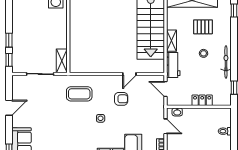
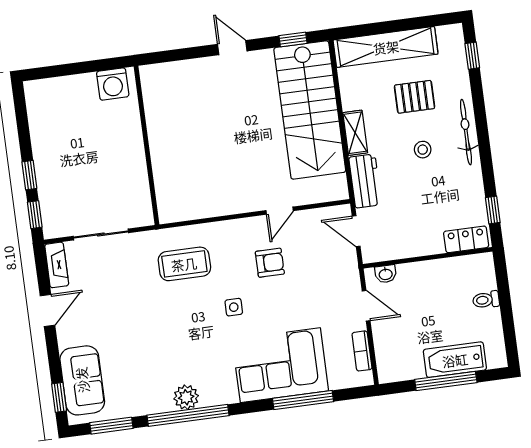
shelving: (62, 61) -> (141, 203), removed
bicycle: (226, 62) -> (466, 132), moved
fireplace: (16, 86) -> (57, 265), added
locker: (202, 100) -> (466, 239), moved

